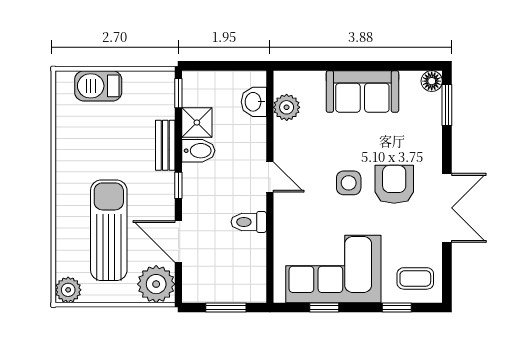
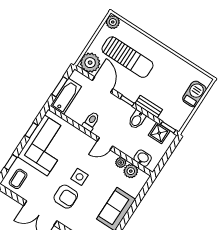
shower: (197, 122) -> (159, 133), moved
plant: (283, 132) -> (121, 162), added
door: (178, 241) -> (103, 85), hinge flipped
bathtub: (234, 288) -> (66, 96), added

